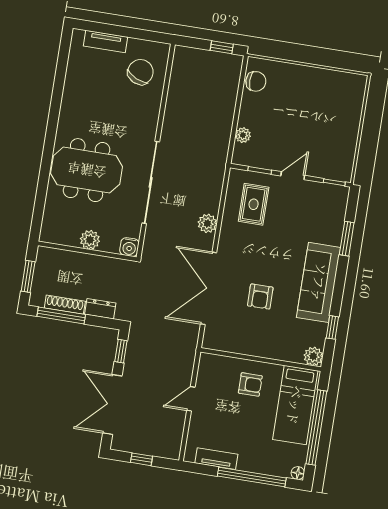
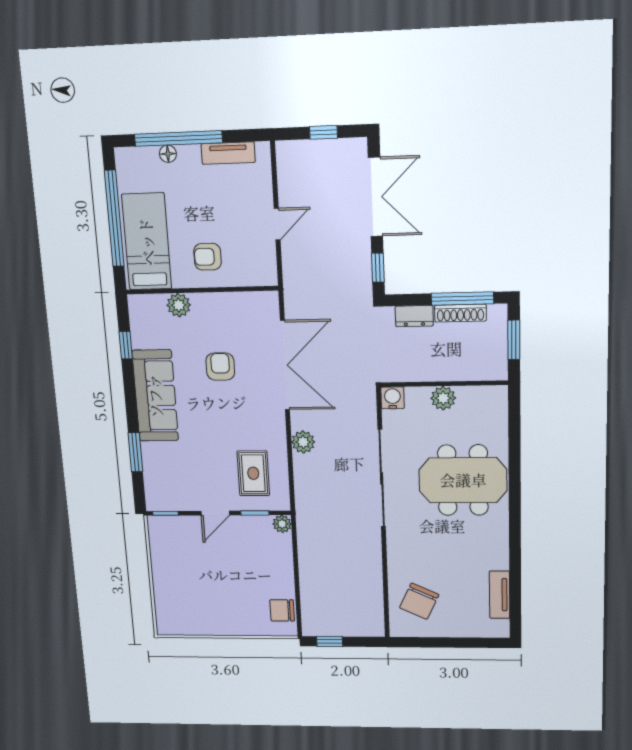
tv unit: (106, 42) -> (500, 595), moved, turned -90
plant: (243, 135) -> (282, 524), moved
plant: (313, 356) -> (179, 305), moved
floor lamp: (298, 473) -> (168, 154), moved

